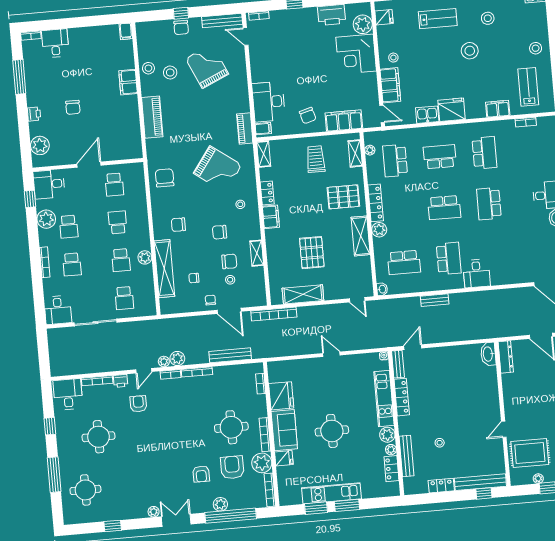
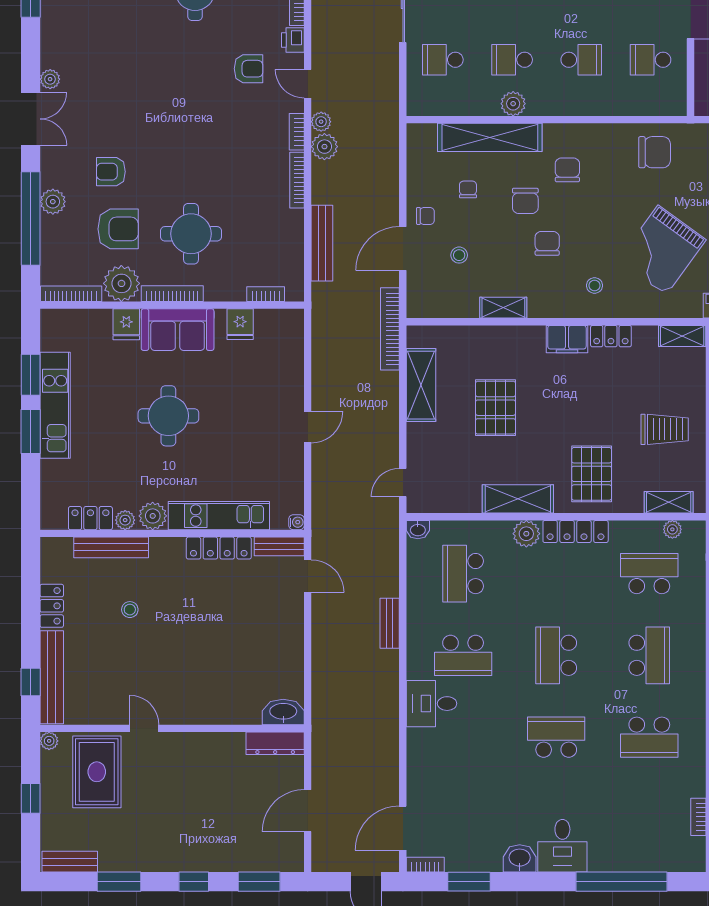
pallet: (312, 253) -> (495, 408), turned 90
chair: (229, 261) -> (525, 201), moved
fridge: (281, 396) -> (240, 324), width x0.53, depth x0.75
plant: (538, 479) -> (49, 741), moved

